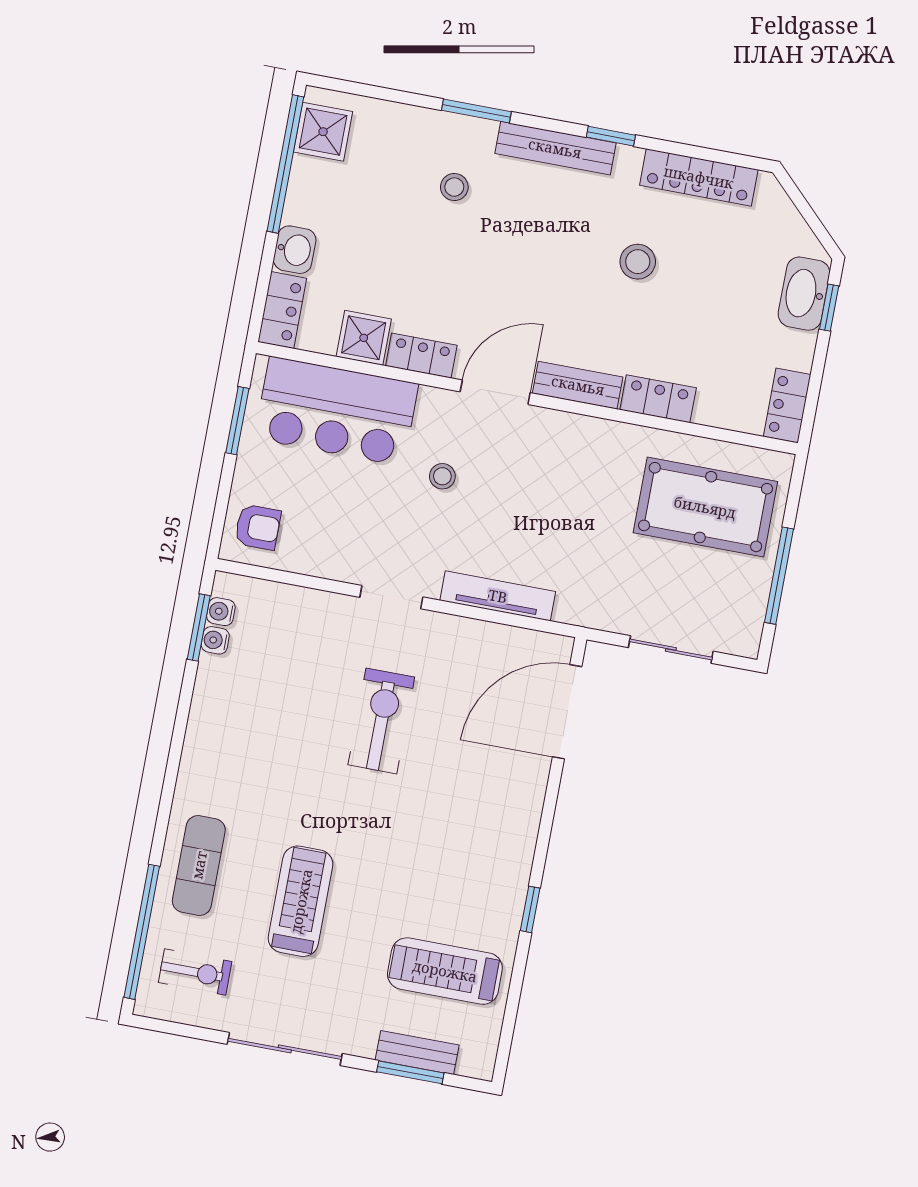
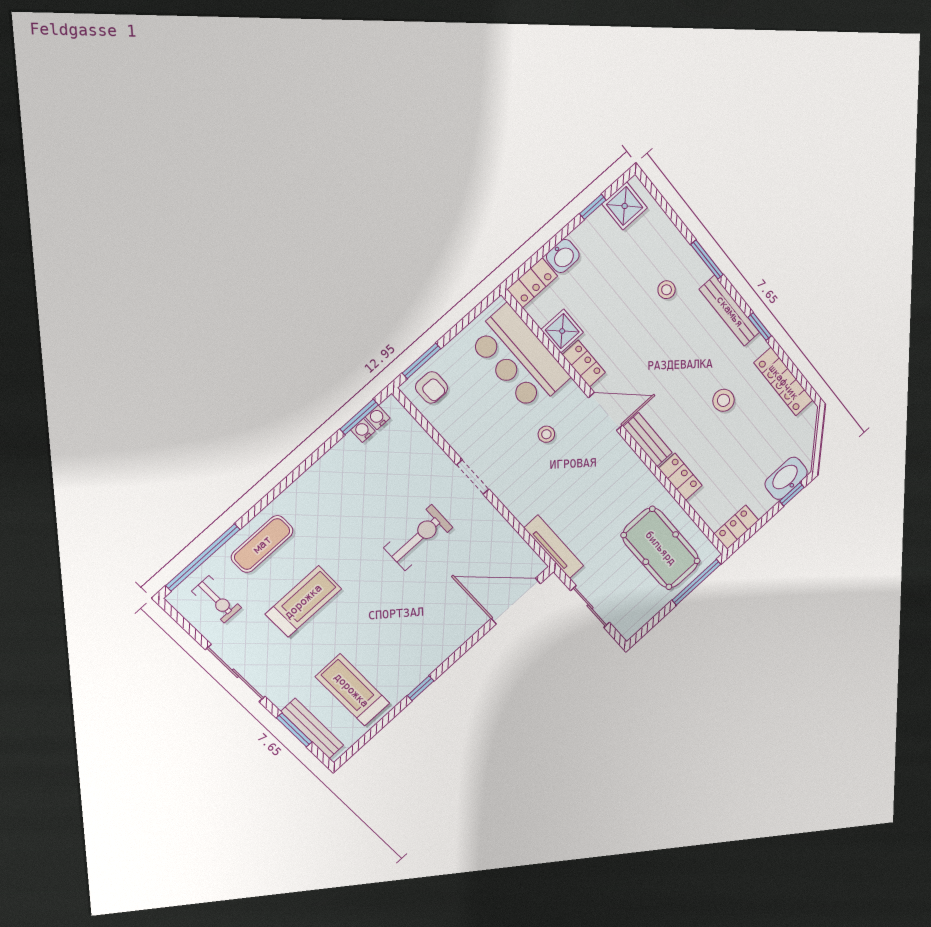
window: (285, 164) -> (593, 207), width x0.32
window: (237, 421) -> (421, 361), moved
window: (779, 576) -> (696, 582), moved
tv unit: (498, 596) -> (554, 547), moved
bench: (417, 1053) -> (312, 728), width x1.36

